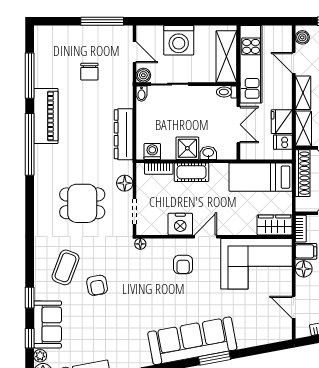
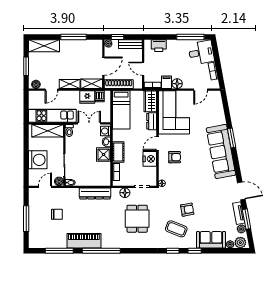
window: (102, 21) -> (26, 219), moved
washing machine: (152, 151) -> (106, 131), moved
dresser: (242, 227) -> (152, 121), added
door: (205, 237) -> (158, 144), hinge flipped
window: (30, 338) -> (173, 251), moved

